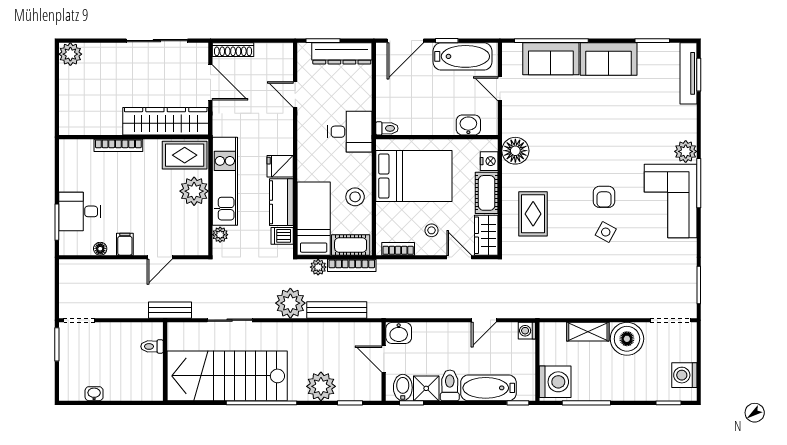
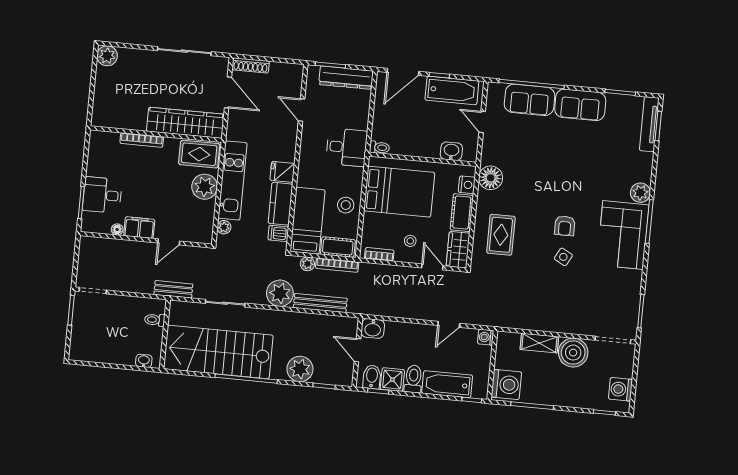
filing cabinet: (125, 244) -> (139, 228), width x2.00
washbasin: (94, 394) -> (144, 361), moved

